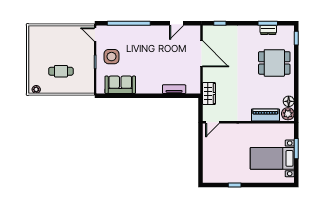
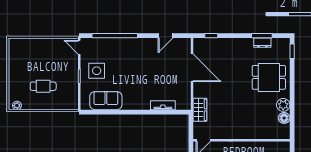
plant: (288, 114) -> (283, 105), moved
piano: (265, 115) -> (259, 133), removed

